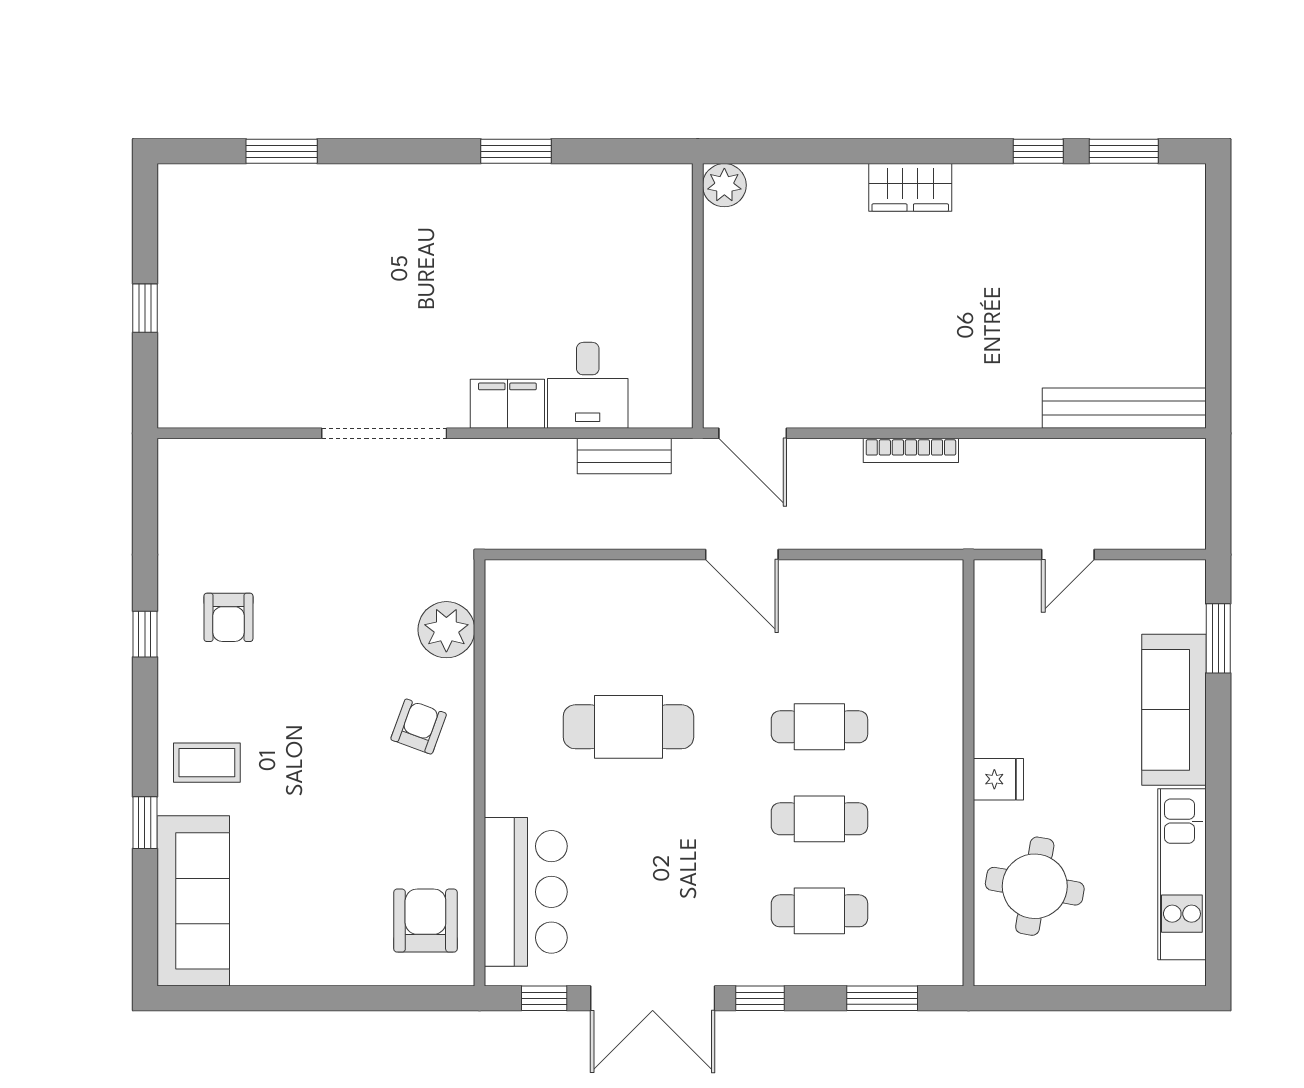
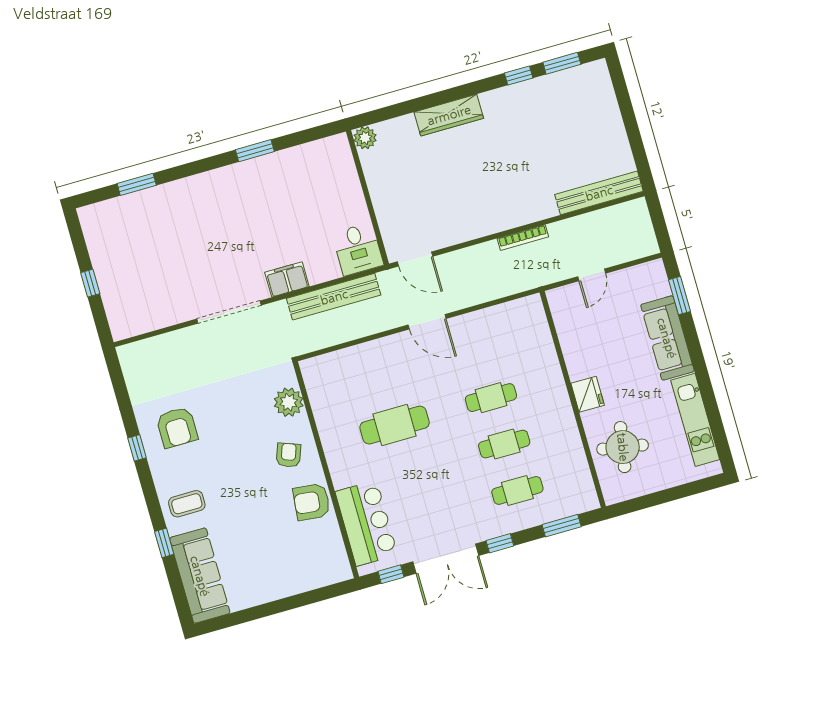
wardrobe: (910, 187) -> (449, 115), width x1.50
desk: (588, 385) -> (358, 249), moved
bookcase: (911, 450) -> (523, 238), moved
bench: (624, 456) -> (334, 297), width x1.86, depth x1.21
armchair: (228, 617) -> (177, 427), width x1.38, depth x1.38
fridge: (998, 779) -> (588, 394), width x1.38
armchair: (425, 921) -> (312, 502), moved, turned -84

